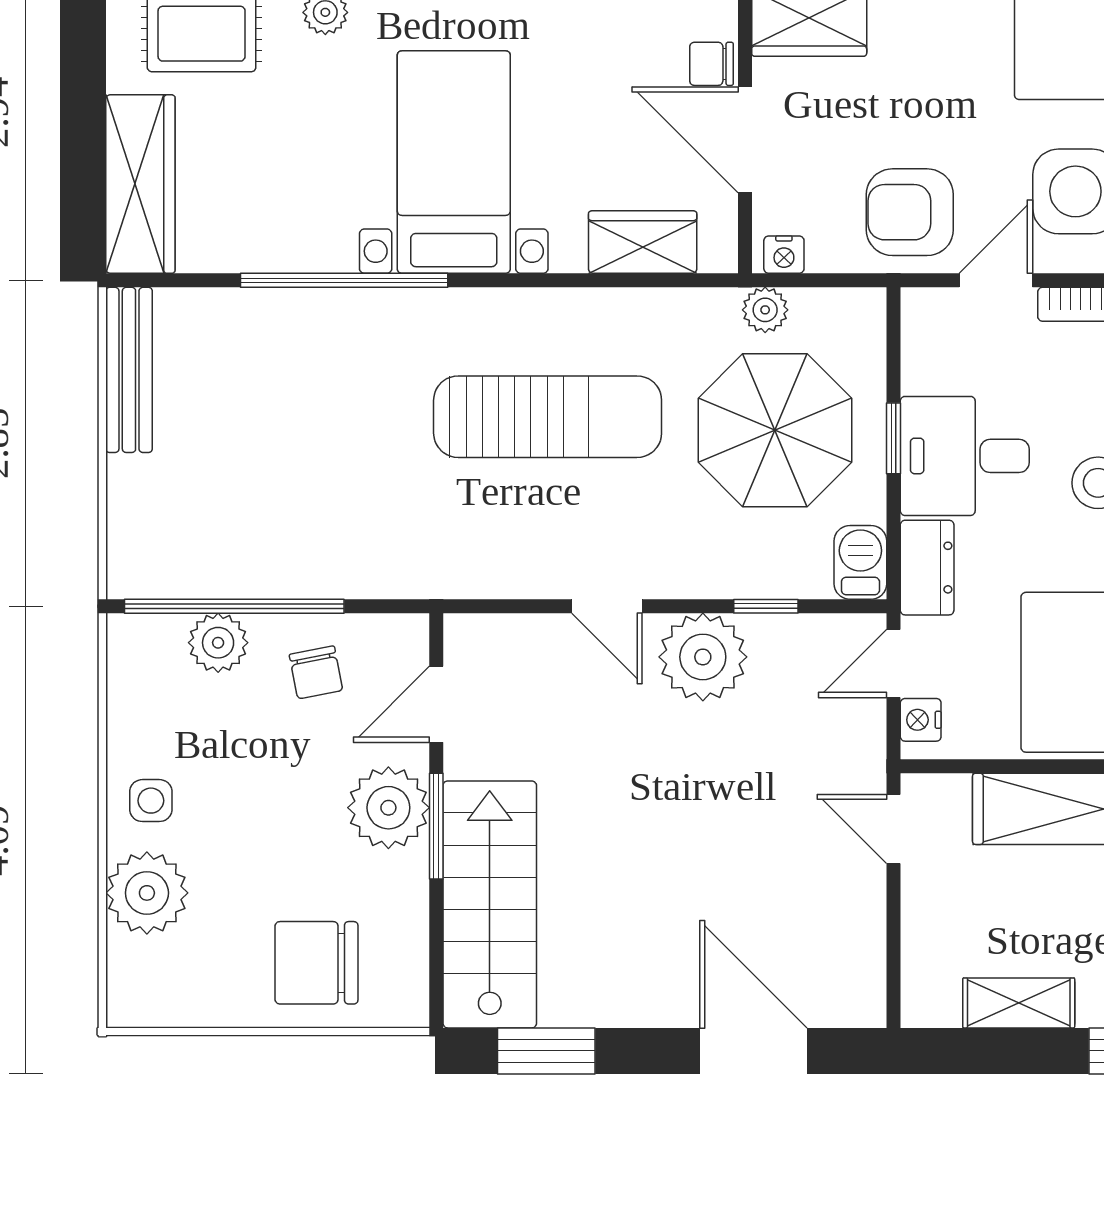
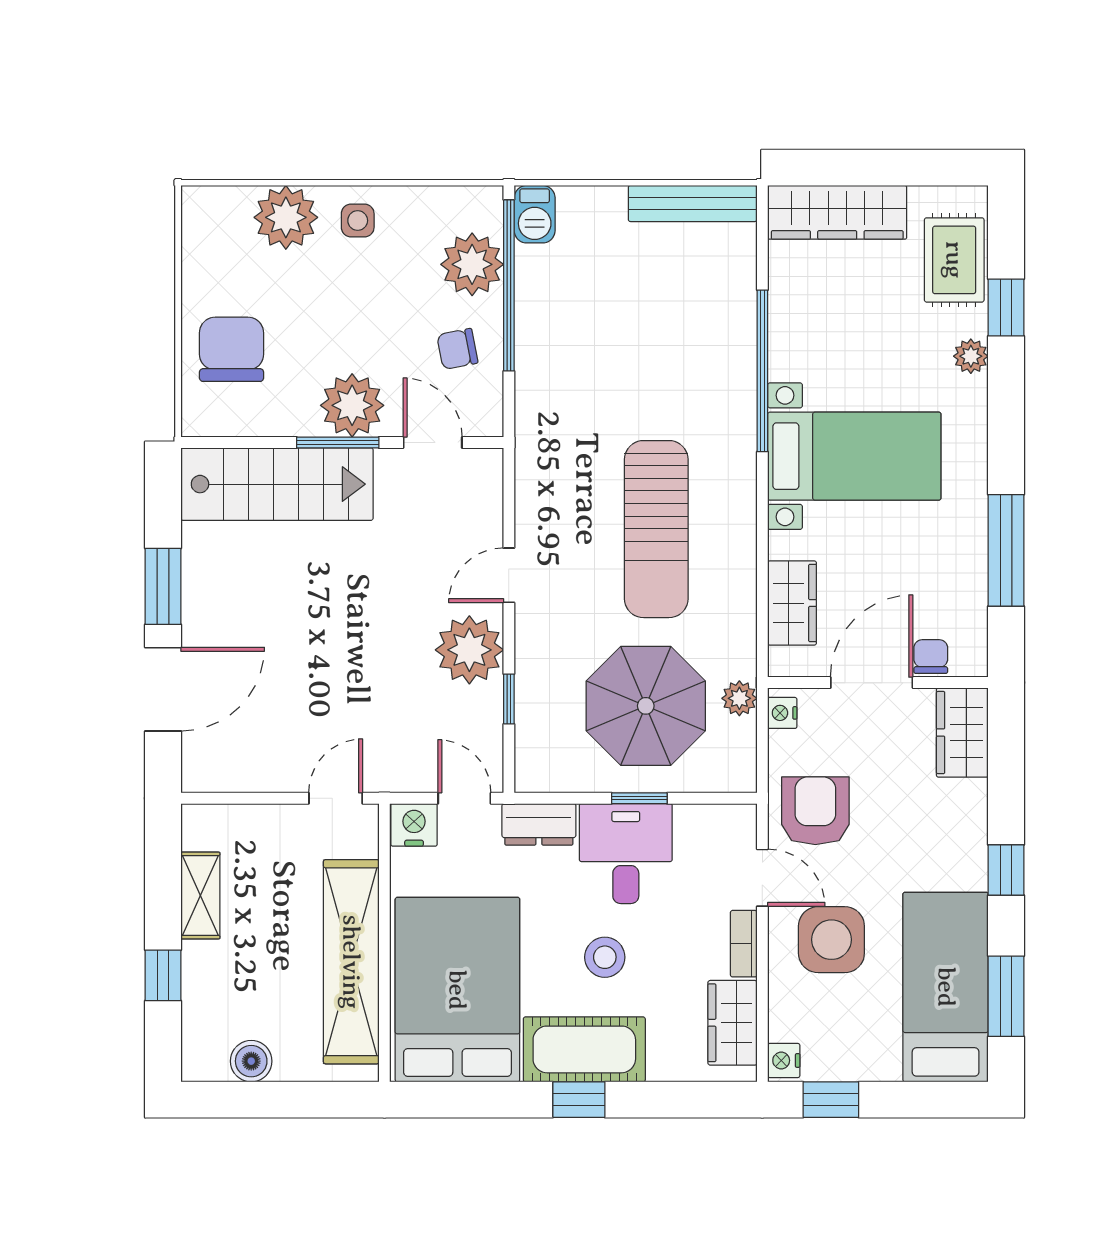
barbecue: (860, 562) -> (535, 214), moved, turned 90
plant: (218, 643) -> (472, 264), width x1.36, depth x1.36
nightstand: (921, 720) -> (414, 825), width x1.39, depth x1.35
window: (546, 1051) -> (163, 586), moved

